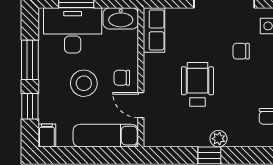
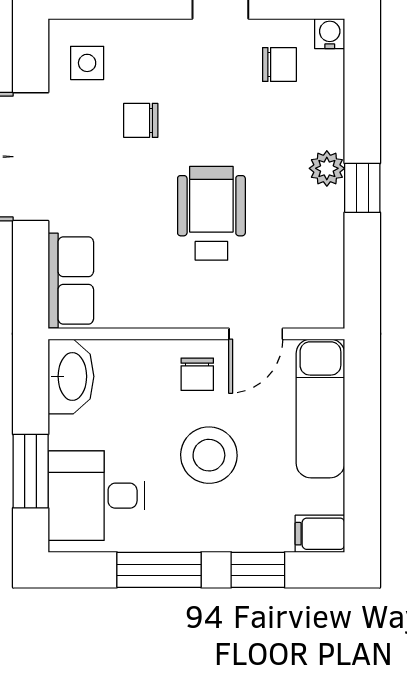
desk: (73, 30) -> (96, 496), width x0.73
row of seats: (154, 30) -> (71, 280), moved, turned 90
chair: (241, 51) -> (141, 120), turned 90
wheelchair: (197, 84) -> (211, 213), turned 90

